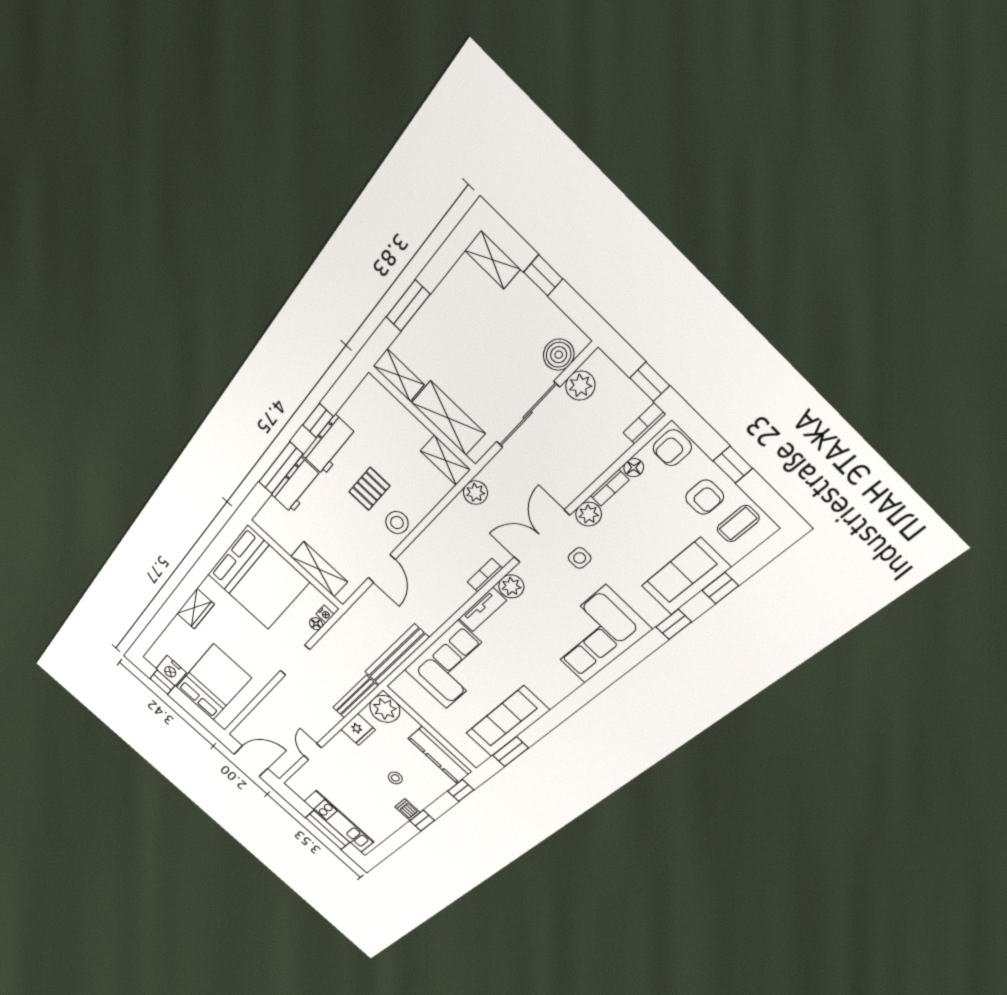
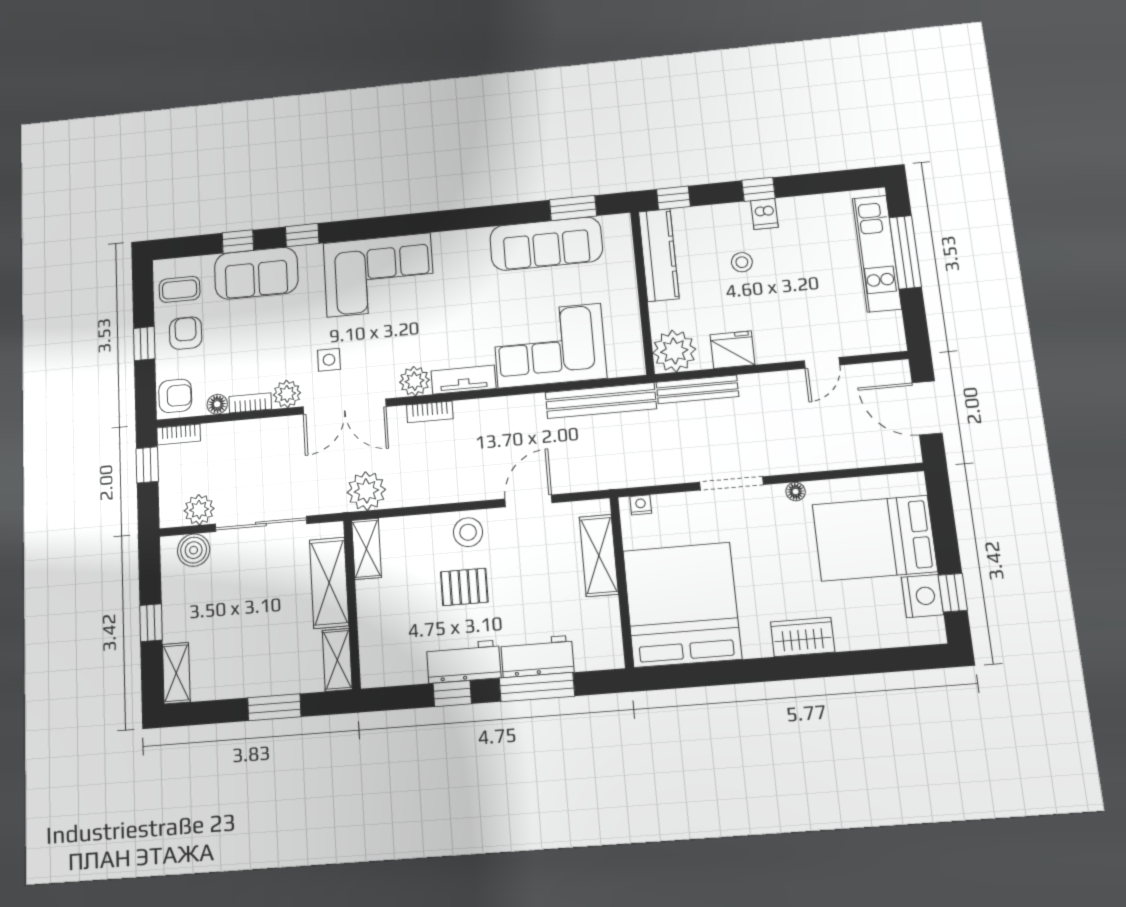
plant: (475, 493) -> (366, 491), width x1.36, depth x1.36
floor lamp: (316, 624) -> (796, 492), moved

